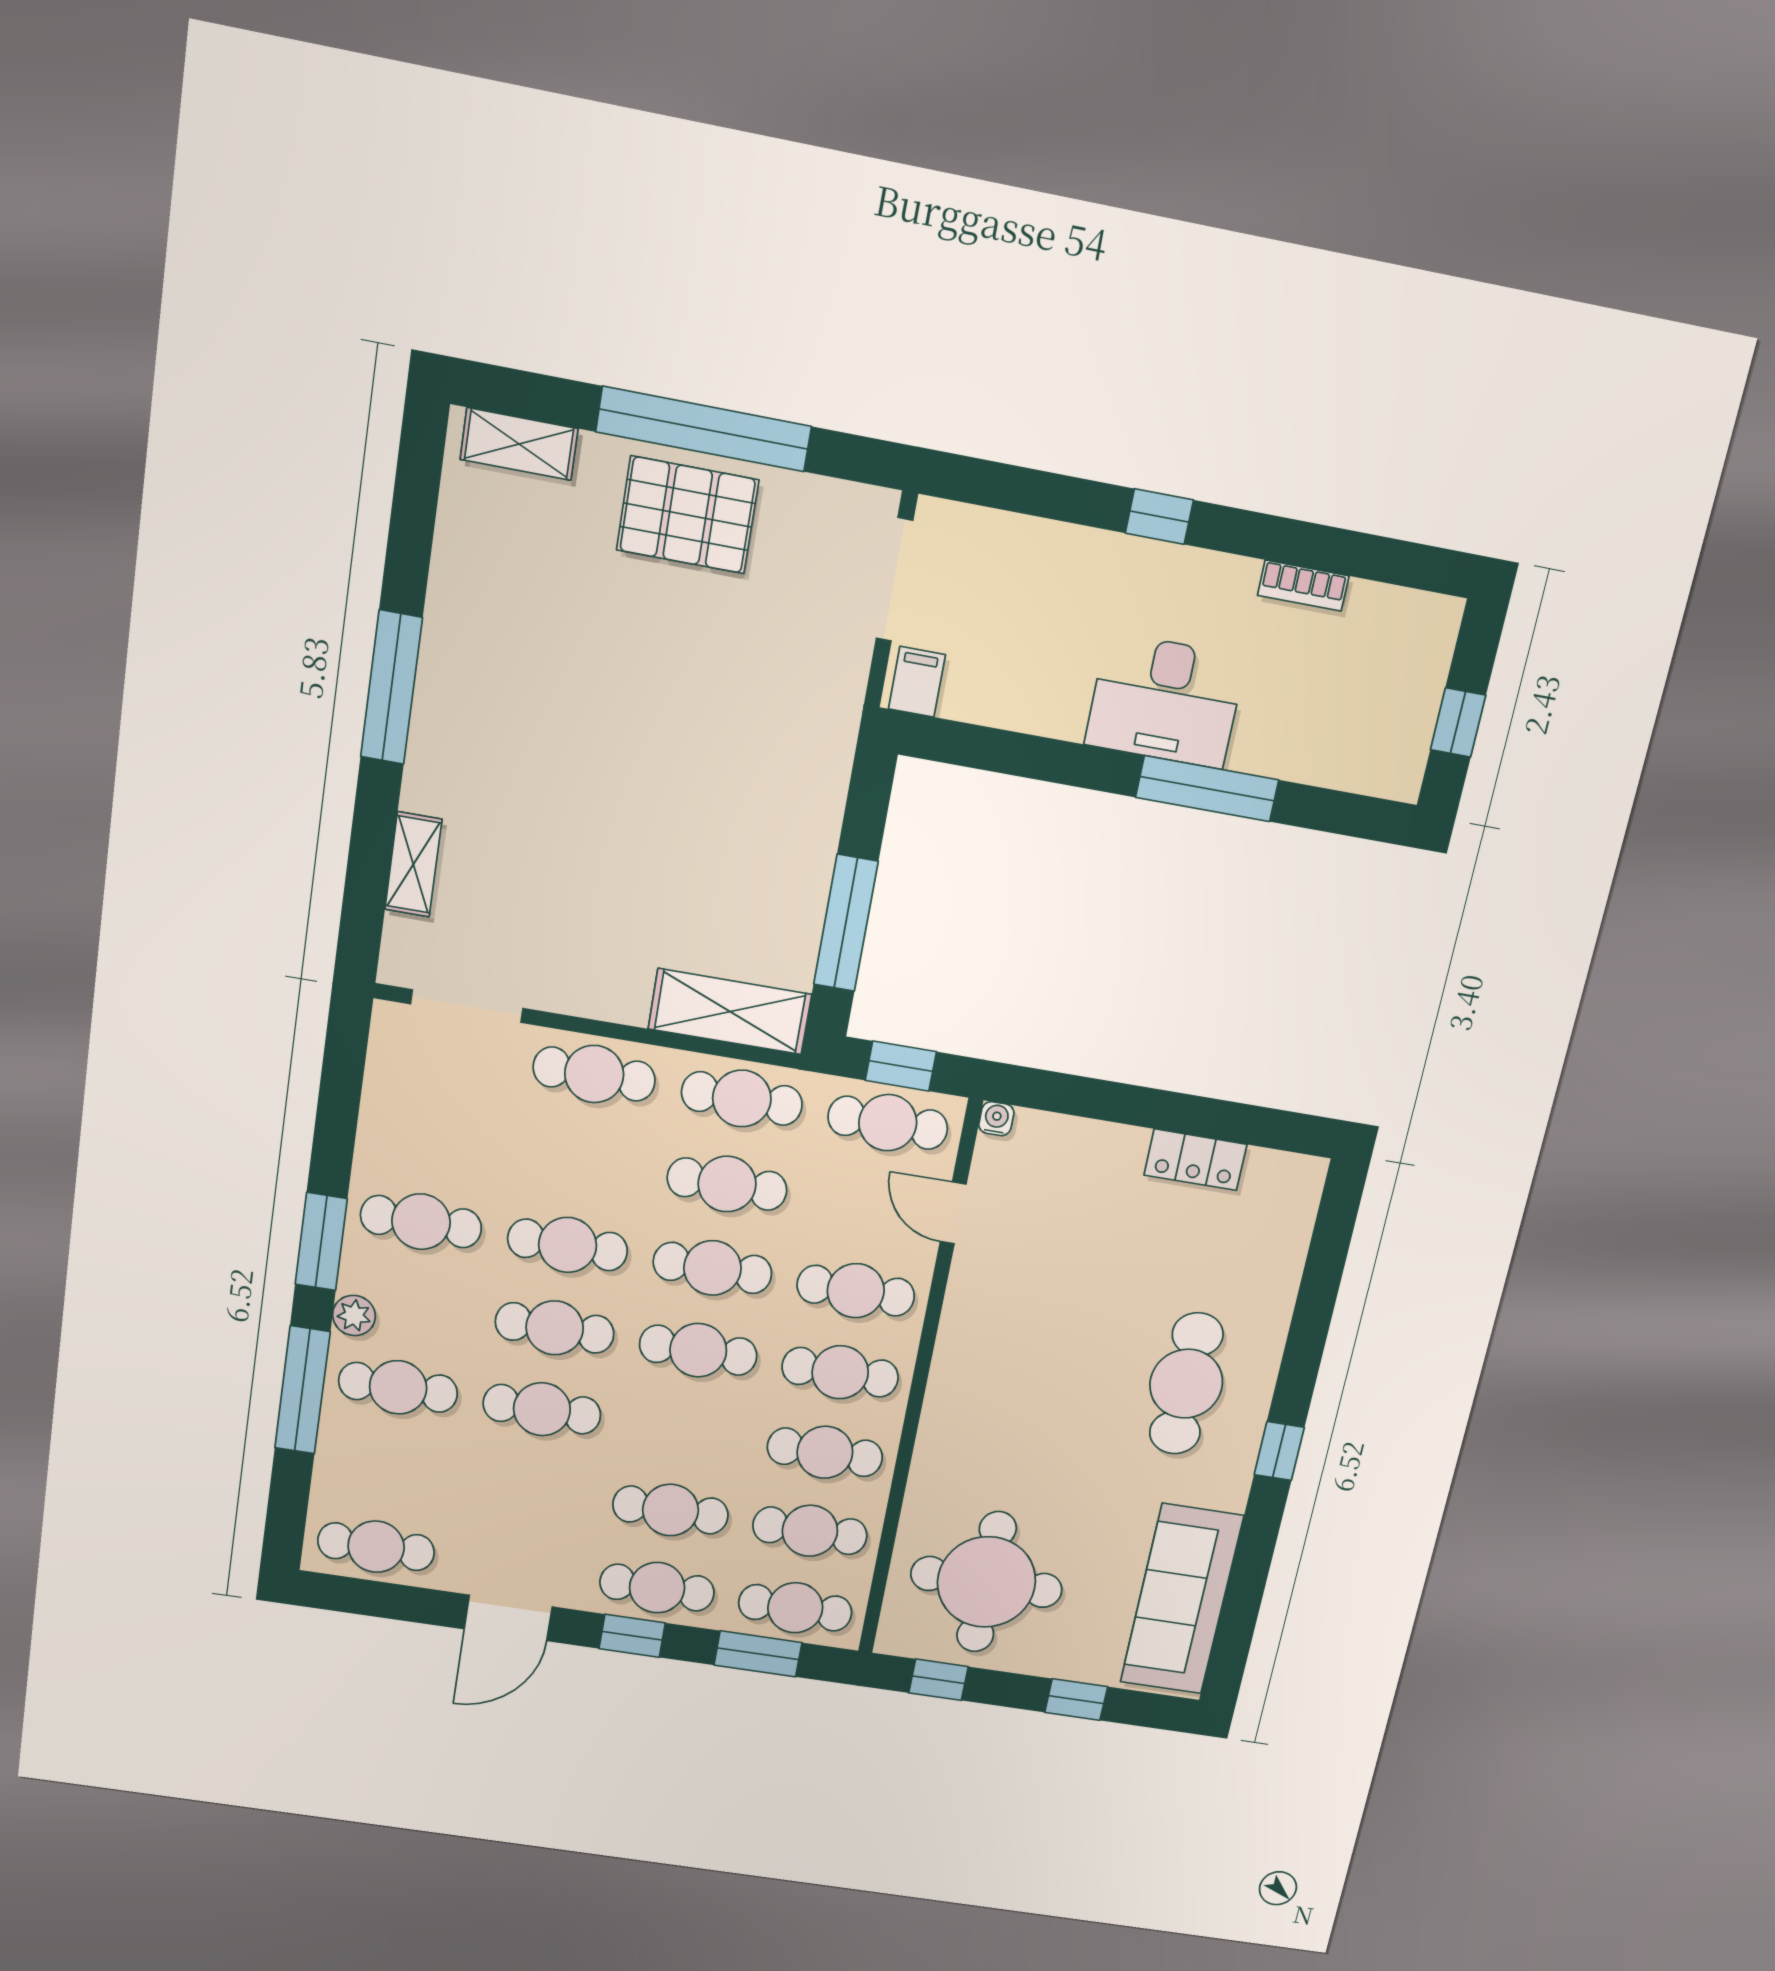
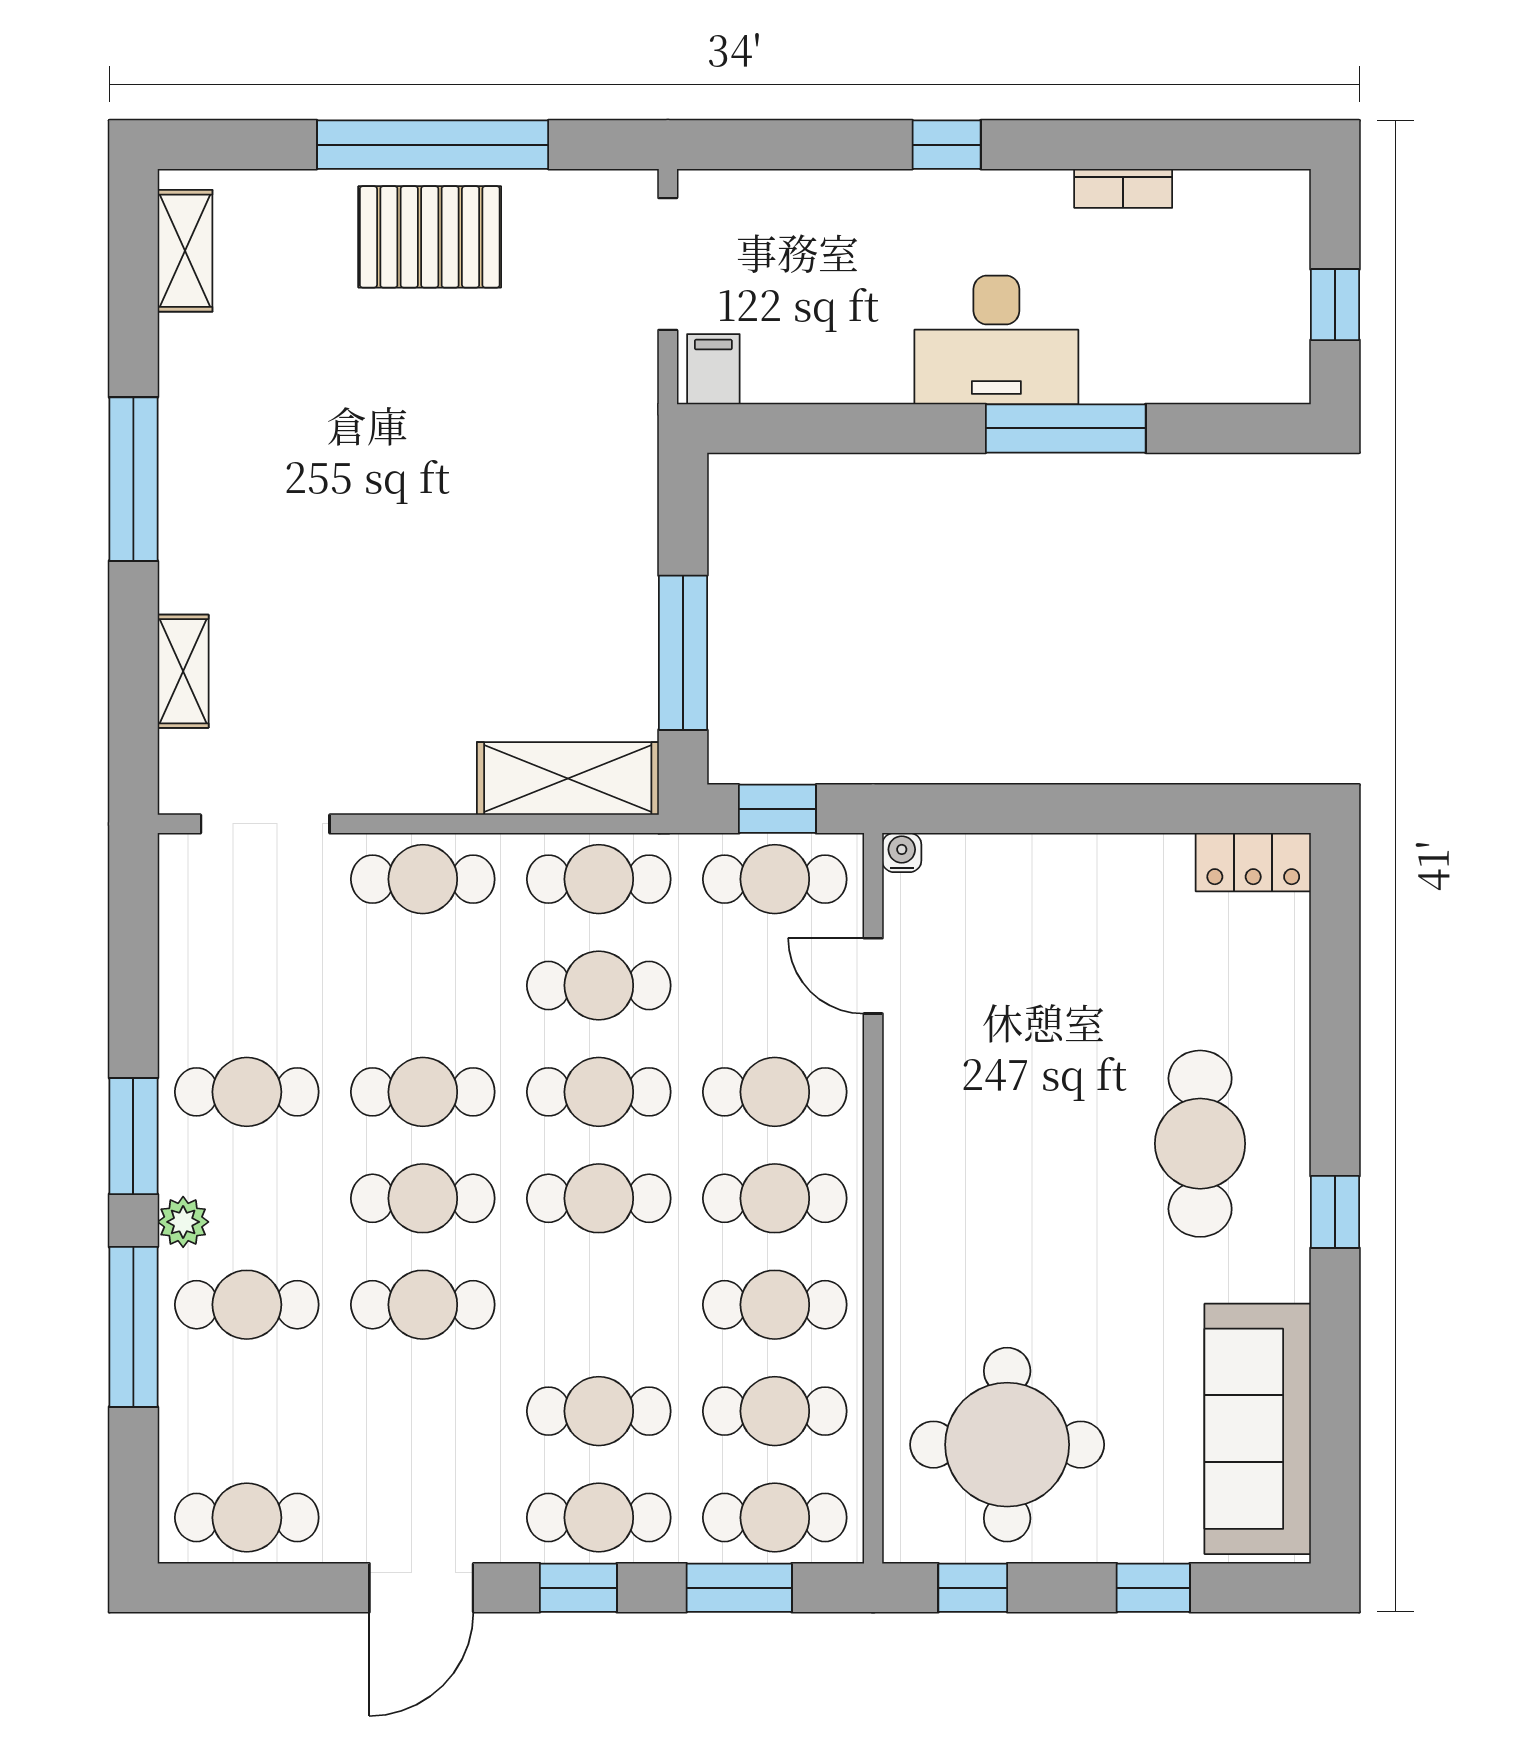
shelving: (519, 444) -> (185, 251), moved, turned 90
locker: (1195, 1160) -> (1253, 862), moved

